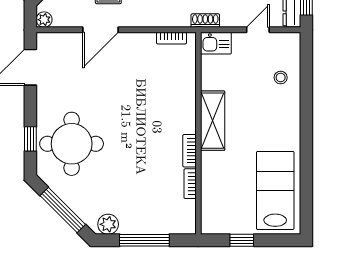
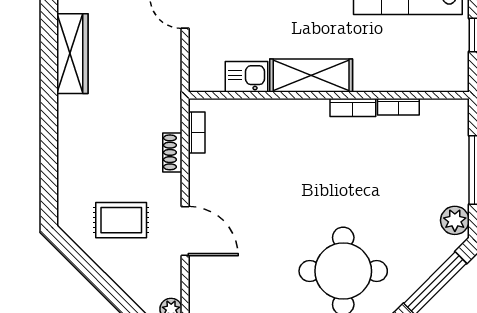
shoe rack: (205, 21) -> (172, 152), moved
kitchen sink: (216, 43) -> (247, 77), moved, turned -90

